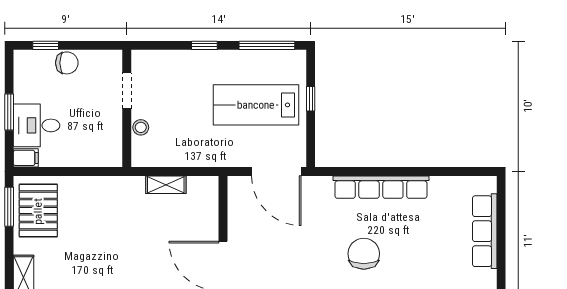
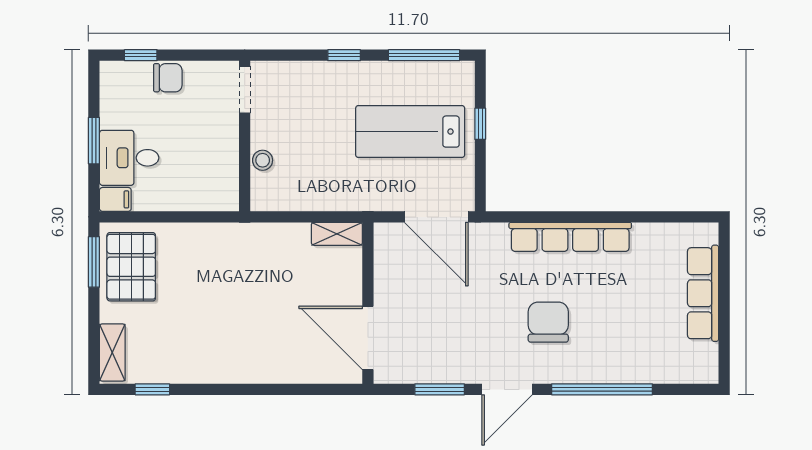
doorway: (127, 91) -> (245, 90), moved
shelving: (166, 185) -> (337, 234), moved

